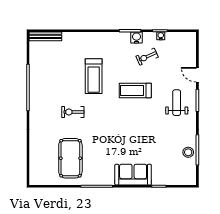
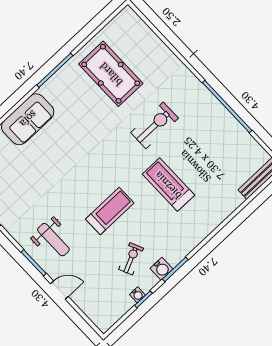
exercise bike: (73, 112) -> (155, 125), width x1.38, depth x1.39

